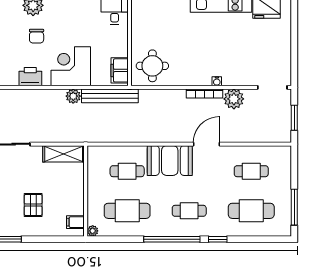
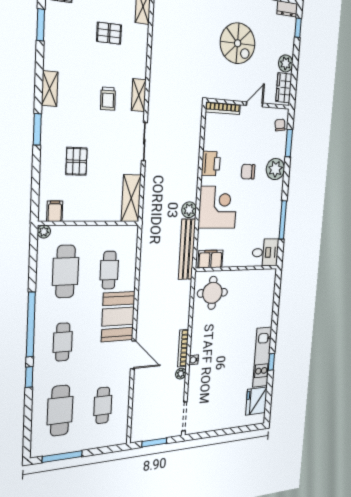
plant: (234, 99) -> (181, 374), width x0.53, depth x0.53
pallet: (33, 205) -> (76, 161), turned 90

